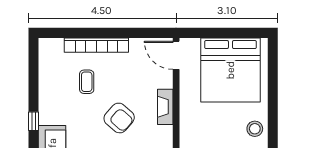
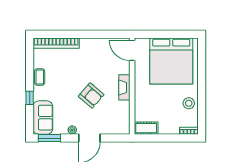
bookcase: (96, 45) -> (56, 43), moved
coffee table: (87, 82) -> (40, 77), moved

